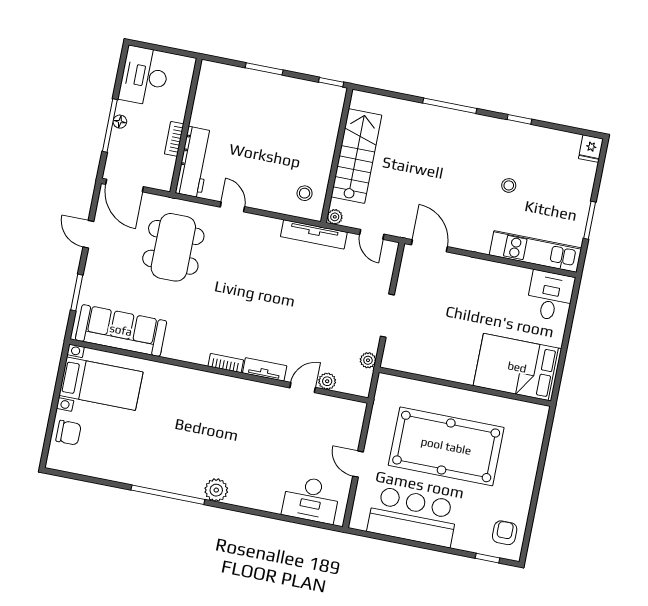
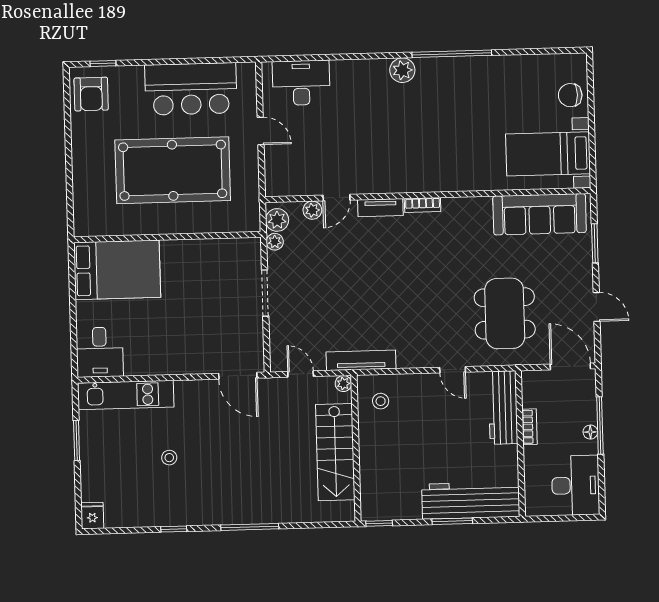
workbench: (243, 84) -> (471, 500), added
plant: (361, 380) -> (277, 220), added
armchair: (505, 533) -> (91, 94), width x1.38, depth x1.38

